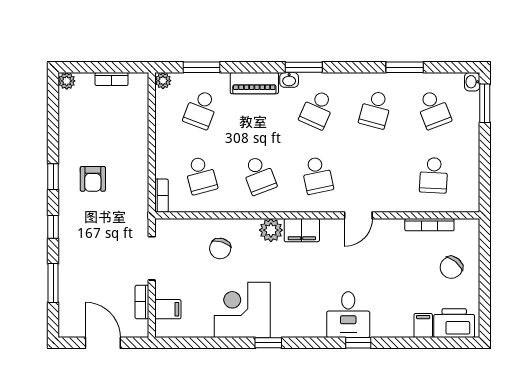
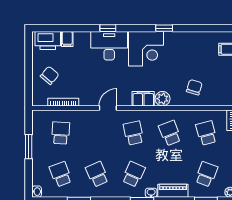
window: (485, 103) -> (29, 147), moved
school desk: (375, 109) -> (97, 174), turned -39
corner desk: (242, 310) -> (146, 49), moved
desk: (348, 315) -> (109, 46), width x1.37

